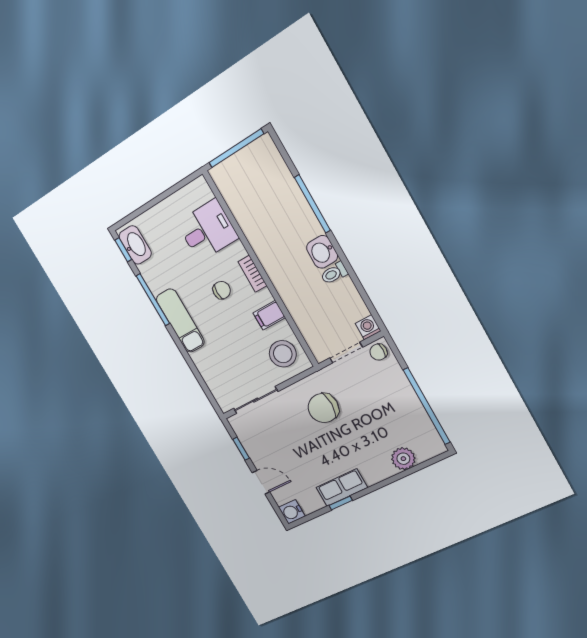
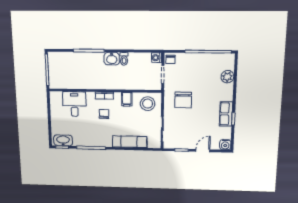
exam couch: (180, 321) -> (130, 142), moved

